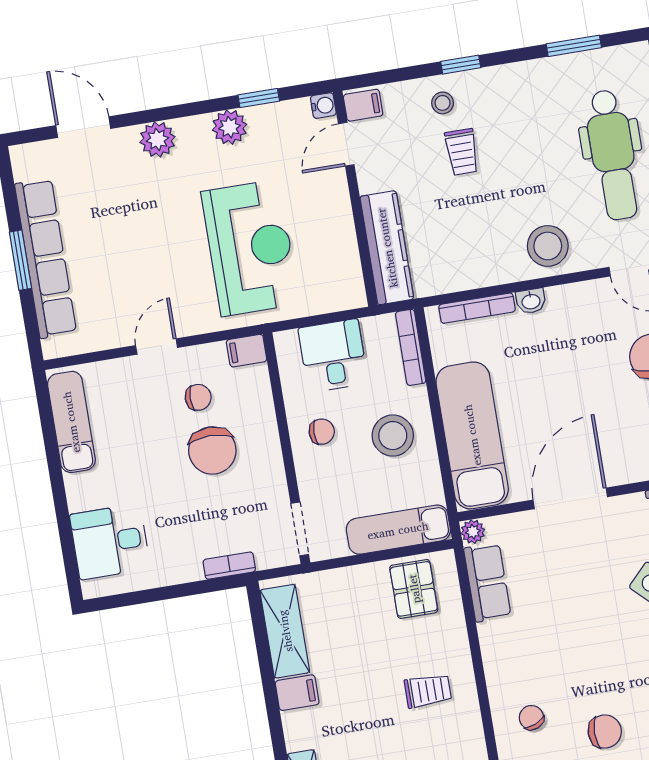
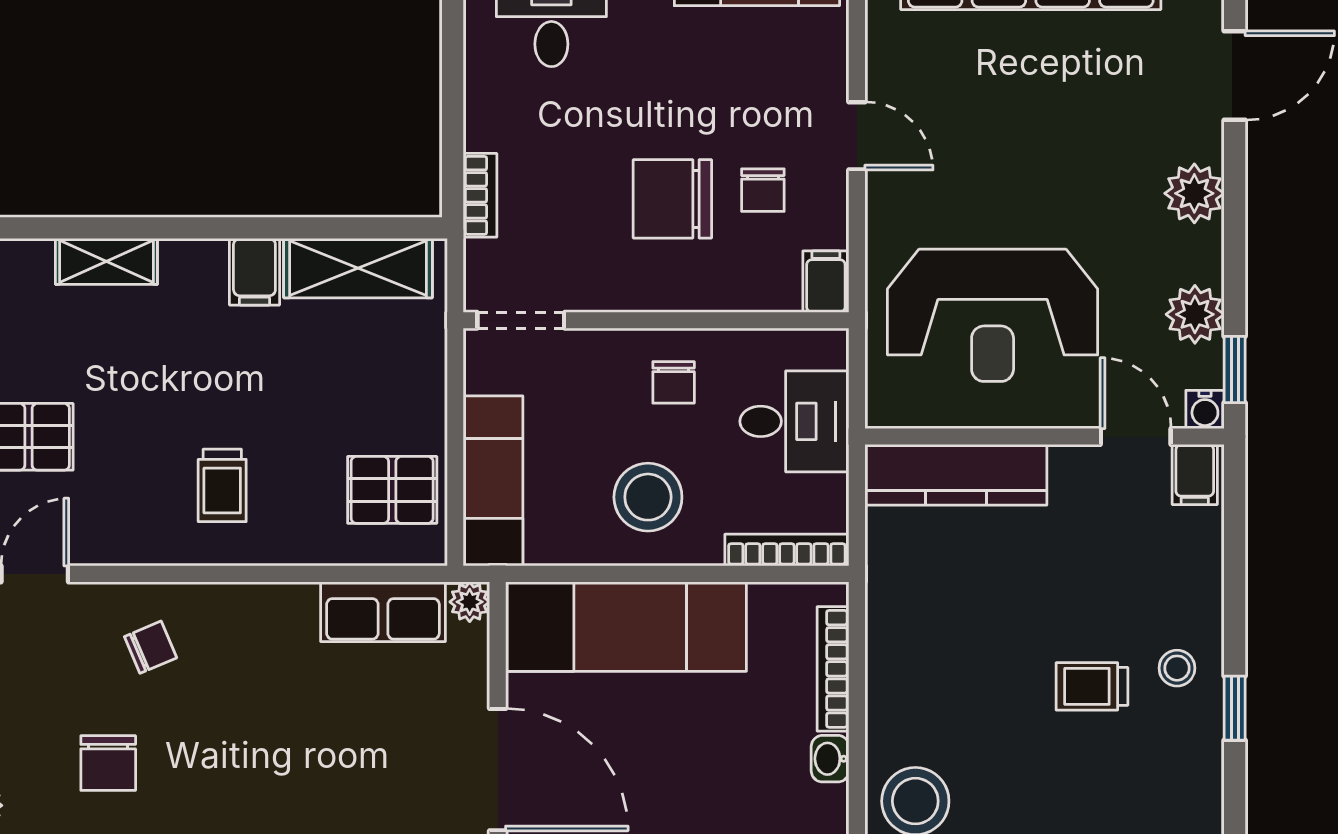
filing cabinet: (363, 105) -> (1195, 475), moved
water cooler: (323, 106) -> (1205, 409), moved
door: (346, 144) -> (1136, 437), moved
wall: (355, 199) -> (1044, 437), moved
kitchen counter: (387, 248) -> (956, 475), moved

